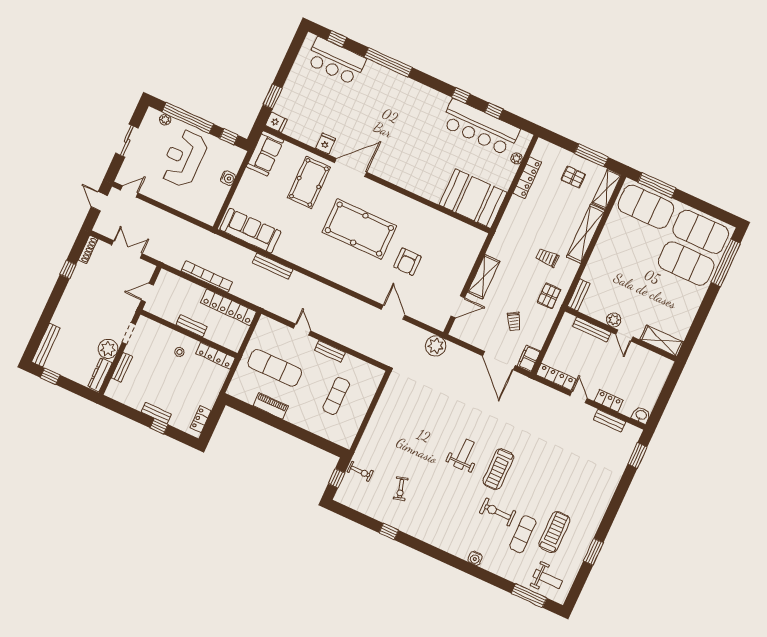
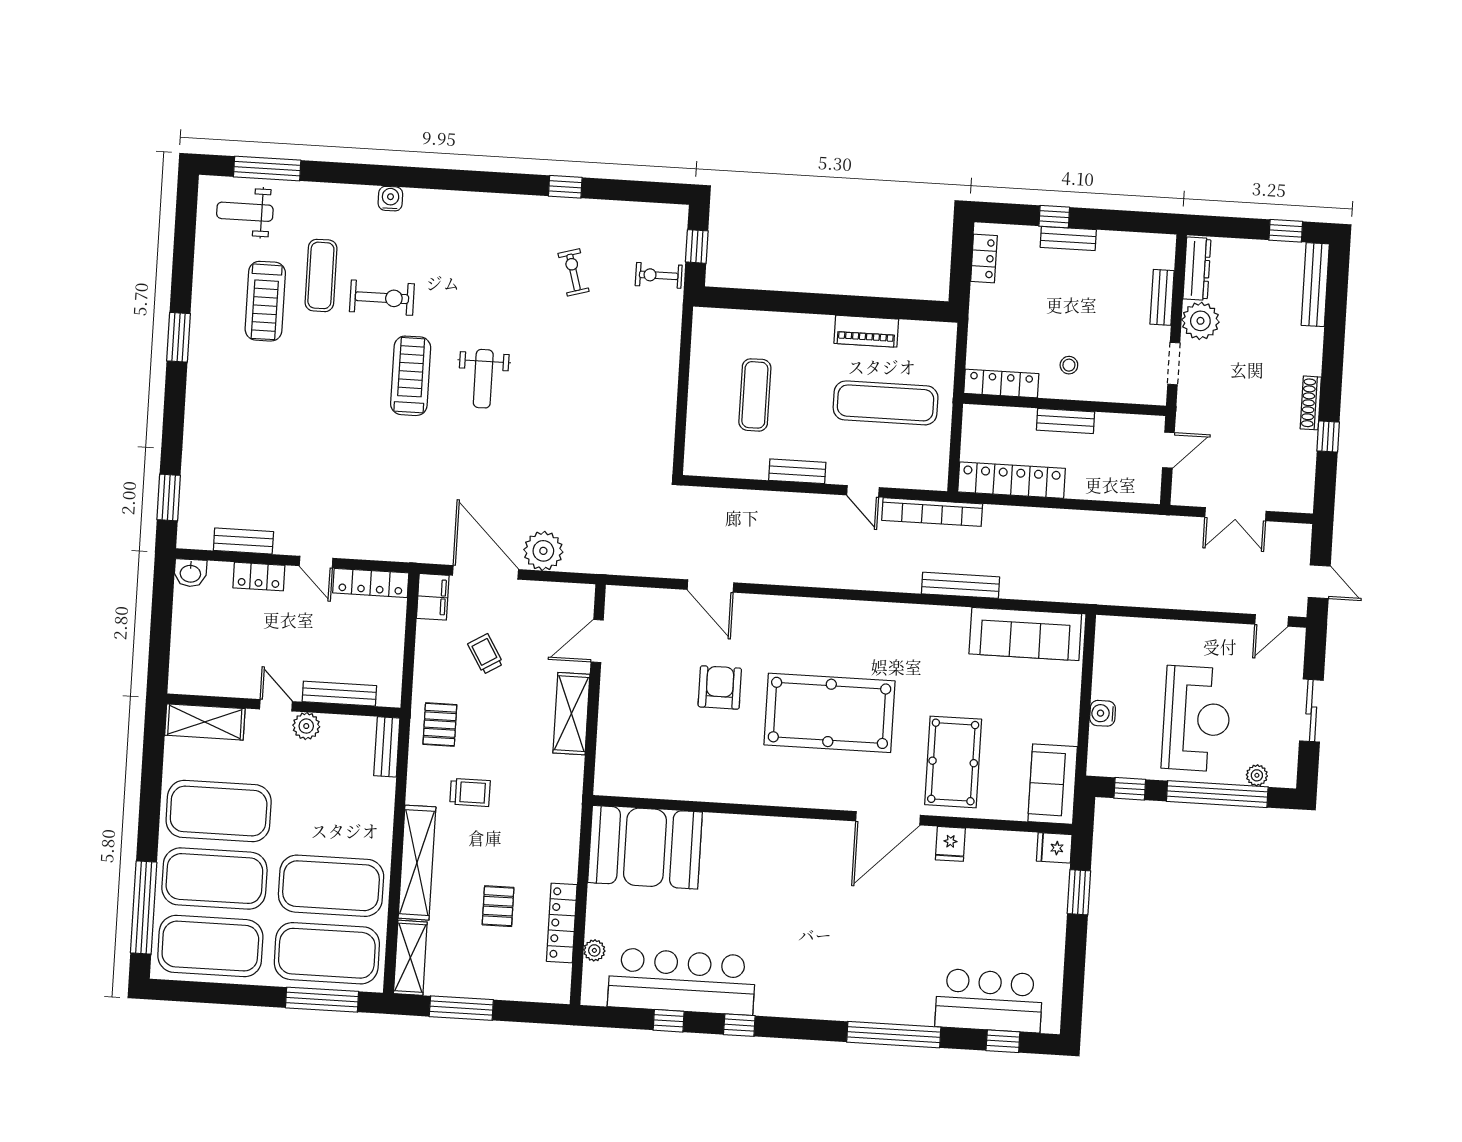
pallet: (573, 177) -> (498, 906), moved, turned 90
exercise mat: (631, 238) -> (331, 886), added
shoe rack: (88, 250) -> (1311, 403), moved
bookcase: (207, 277) -> (932, 512), moved
exercise mat: (672, 295) -> (219, 811), added
plant: (436, 346) -> (543, 551), moved
window: (593, 552) -> (179, 337), moved

